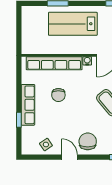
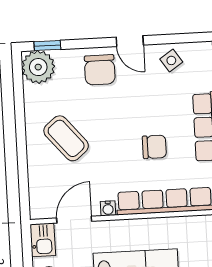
chair: (58, 95) -> (154, 147), turned 90

